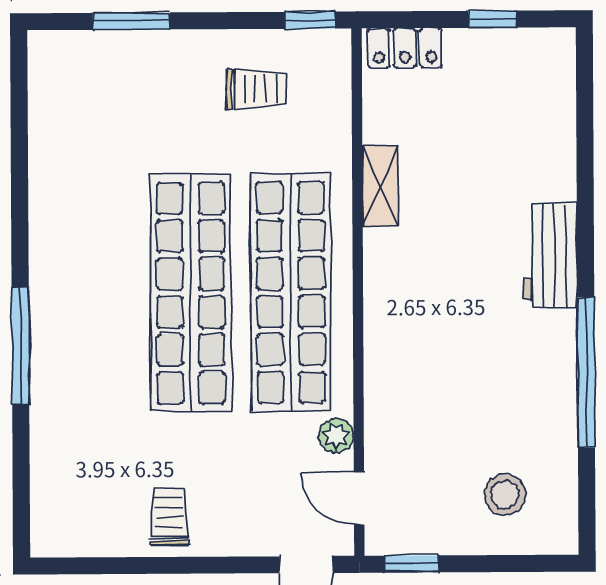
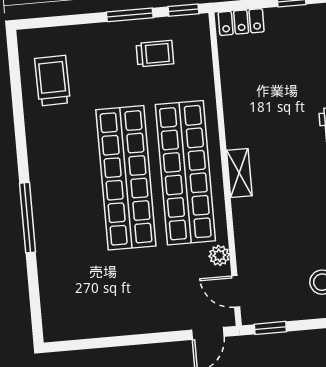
window: (131, 21) -> (130, 15), moved
shelving: (380, 186) -> (239, 173), moved
trolley: (169, 516) -> (52, 81), moved, width x1.36, depth x1.39

